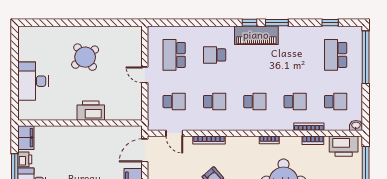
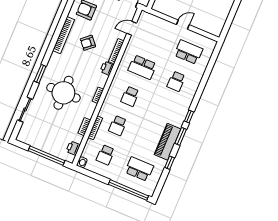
window: (330, 23) -> (170, 163), moved
piano: (256, 35) -> (168, 142), moved
school desk: (215, 55) -> (176, 81), turned 180
school desk: (174, 102) -> (155, 38), removed
school desk: (215, 102) -> (142, 67), width x1.85
printer: (233, 143) -> (107, 68), added
printer: (344, 146) -> (73, 148), width x0.53, depth x0.68

